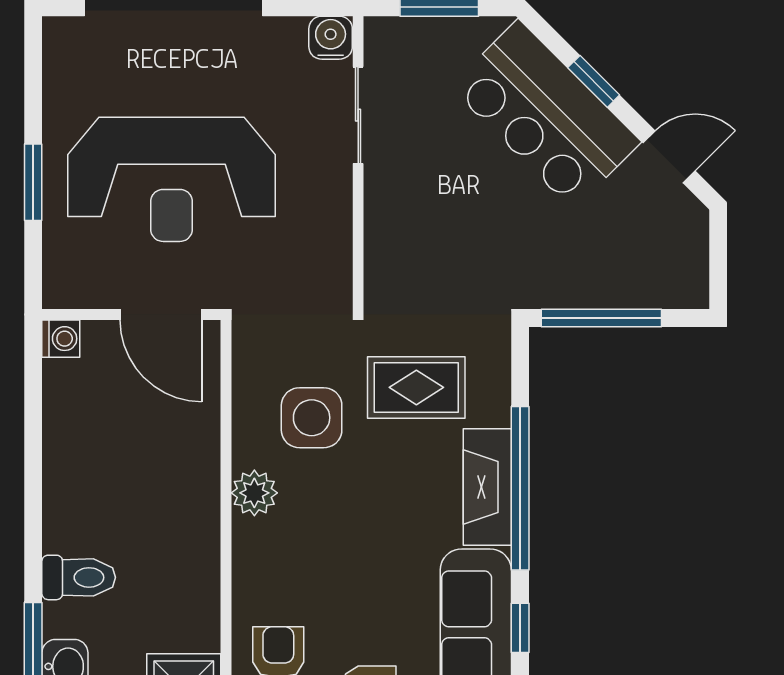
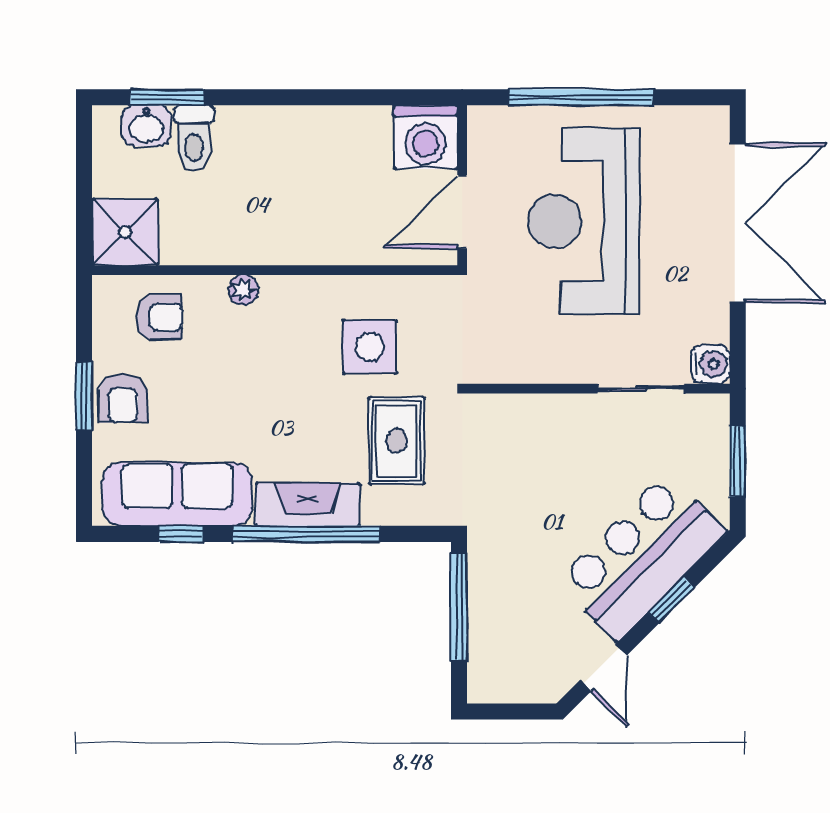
window: (33, 182) -> (581, 97), width x2.11
washing machine: (61, 339) -> (426, 137), width x1.89, depth x1.89
plant: (254, 493) -> (244, 290), moved, width x0.73, depth x0.73
toilet: (79, 577) -> (194, 138), moved

